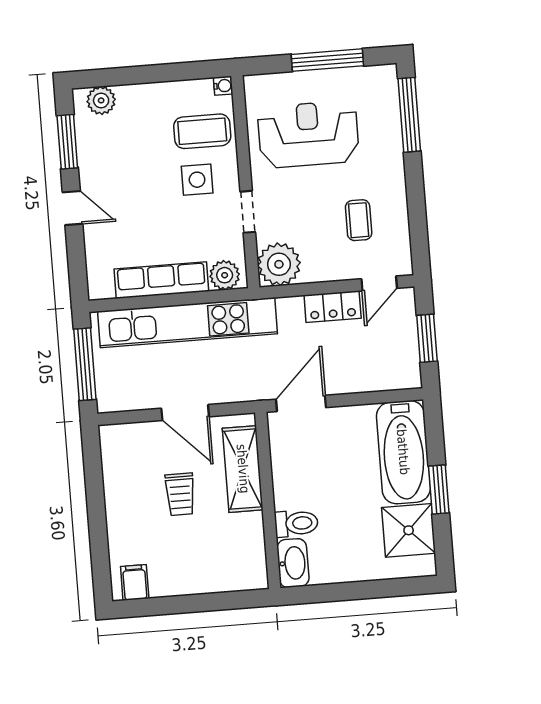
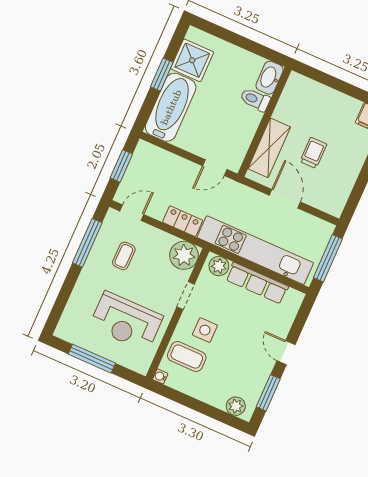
window: (409, 115) -> (87, 243), moved
locker: (333, 307) -> (183, 221), moved
door: (301, 403) -> (215, 168), width x0.73

